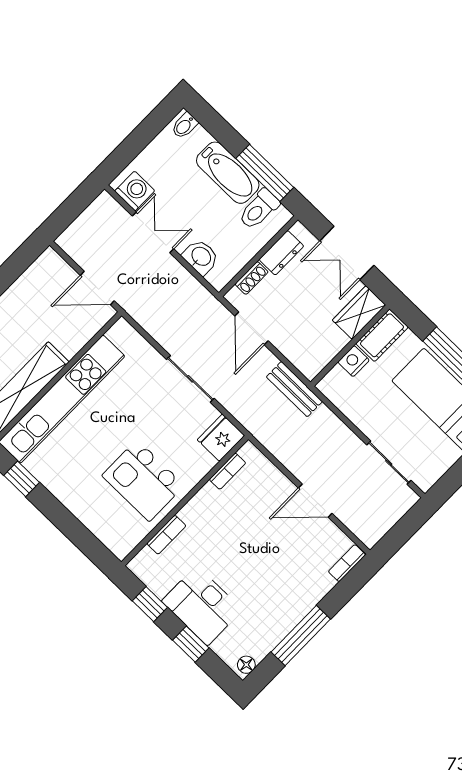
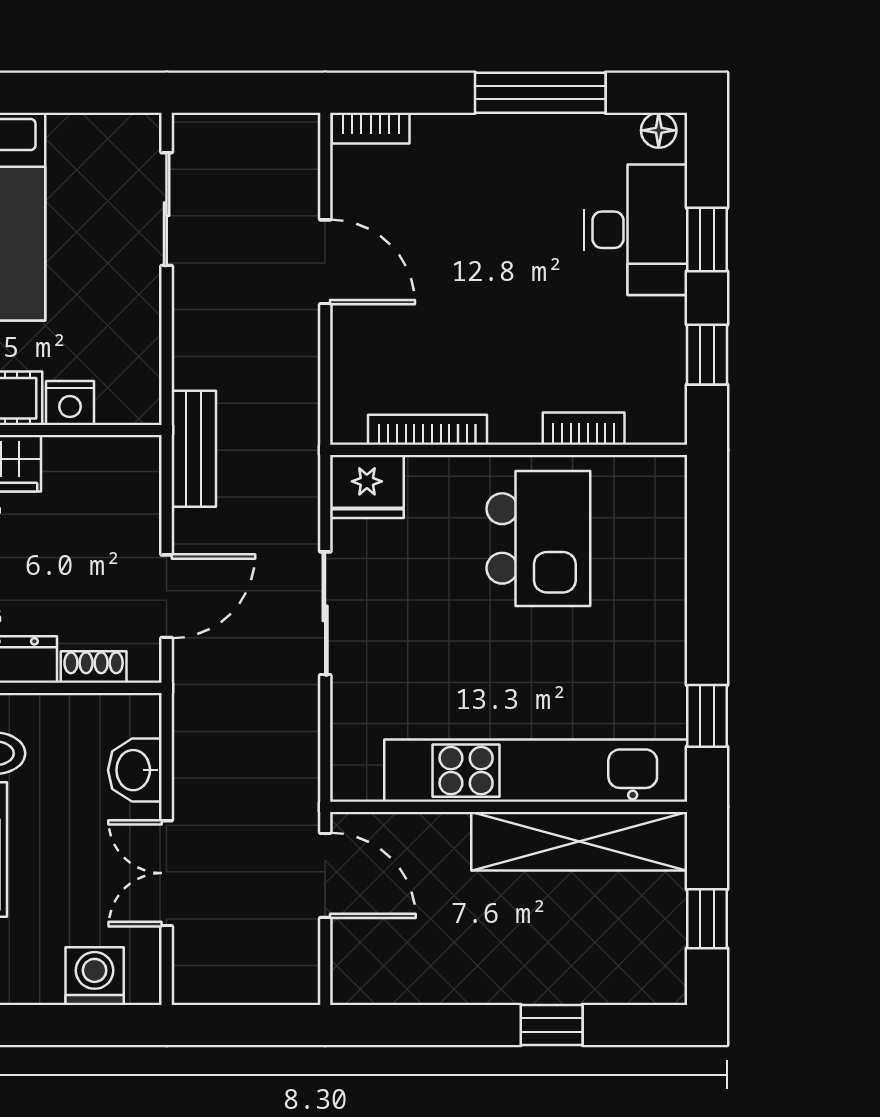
washing machine: (135, 191) -> (95, 976), moved, turned 90
bookcase: (228, 471) -> (427, 430), width x1.56
desk: (202, 606) -> (636, 230), moved

